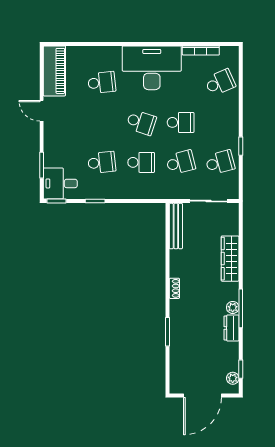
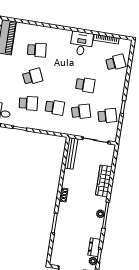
desk: (152, 68) -> (81, 43), width x0.53, depth x0.77
school desk: (141, 122) -> (33, 77), moved, turned -42
dresser: (231, 328) -> (94, 247), moved

